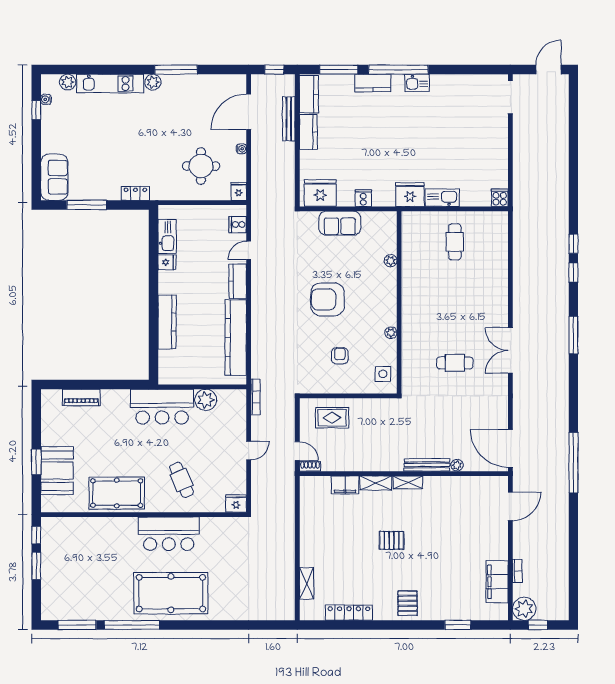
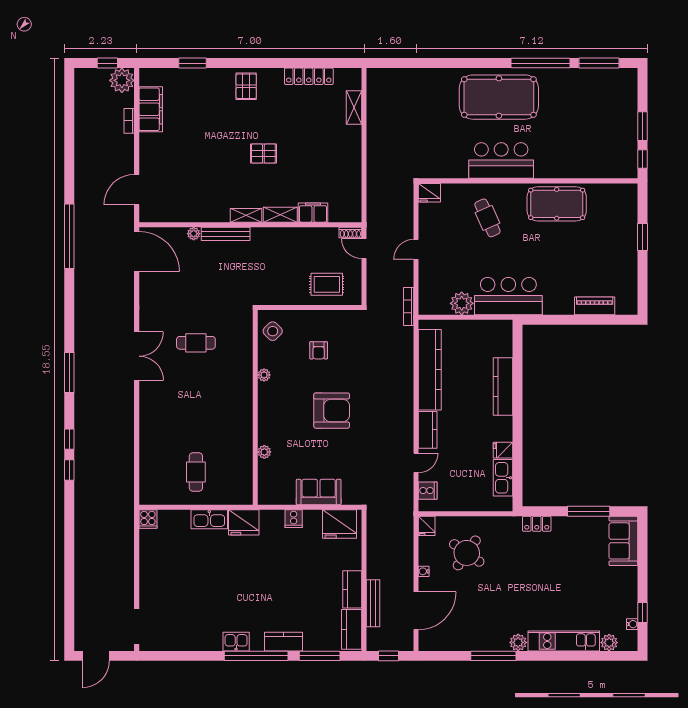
round table: (201, 166) -> (467, 553), turned 35
side table: (383, 374) -> (273, 331), turned 45
booth: (57, 471) -> (620, 228), removed

